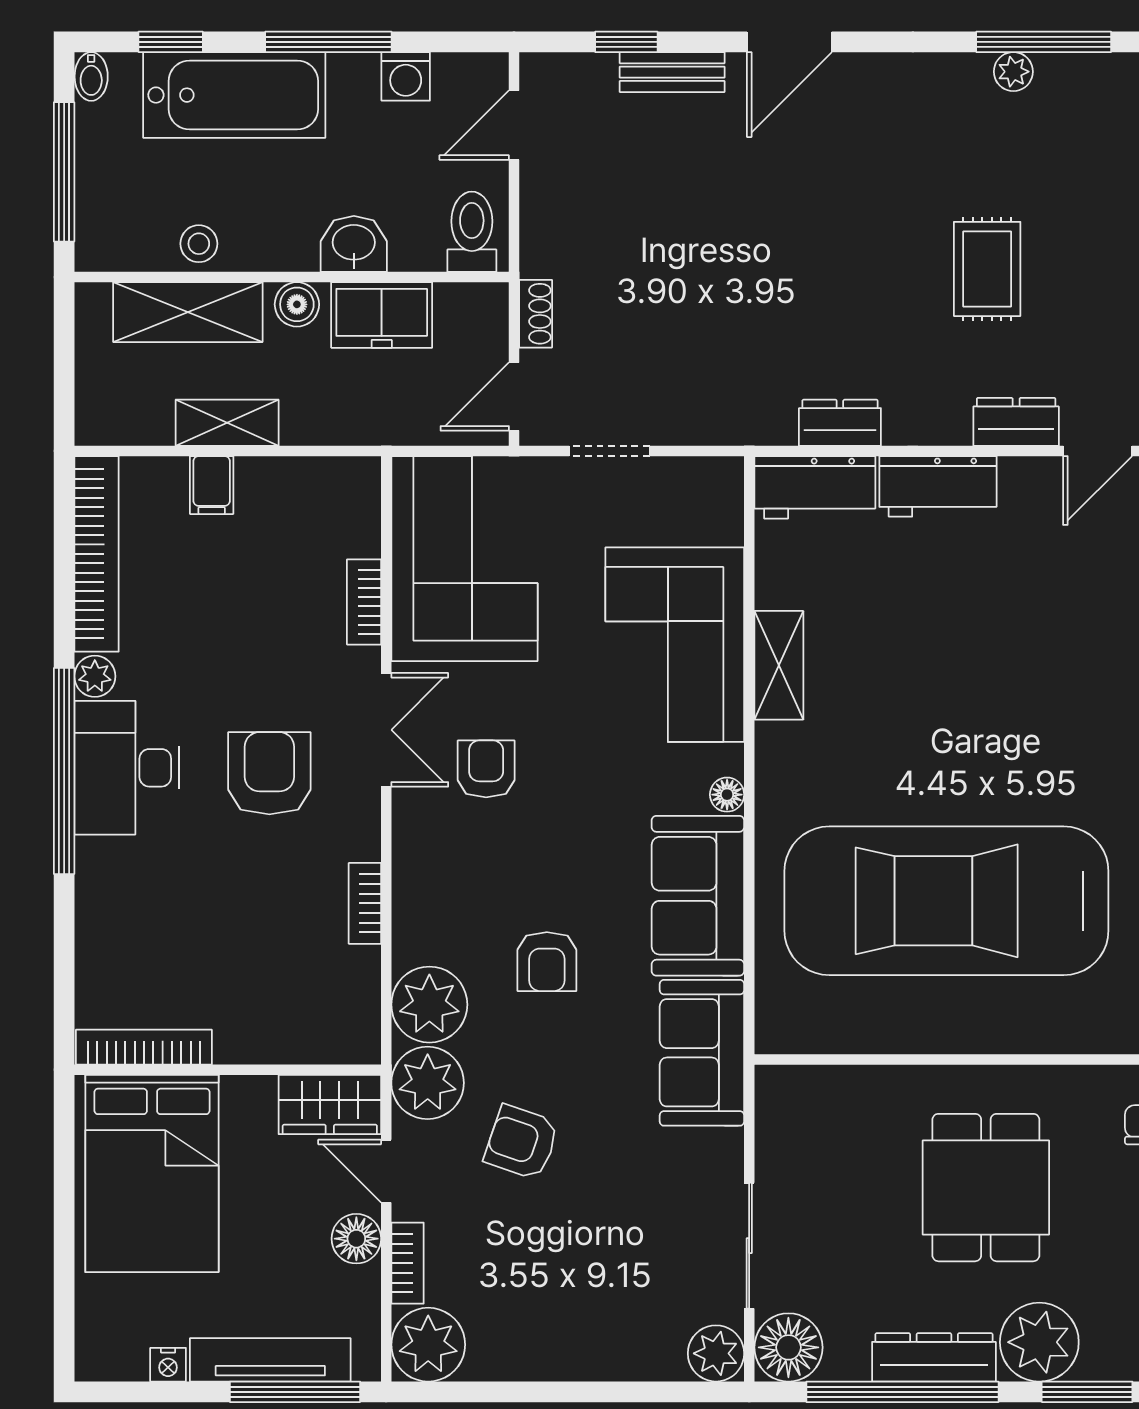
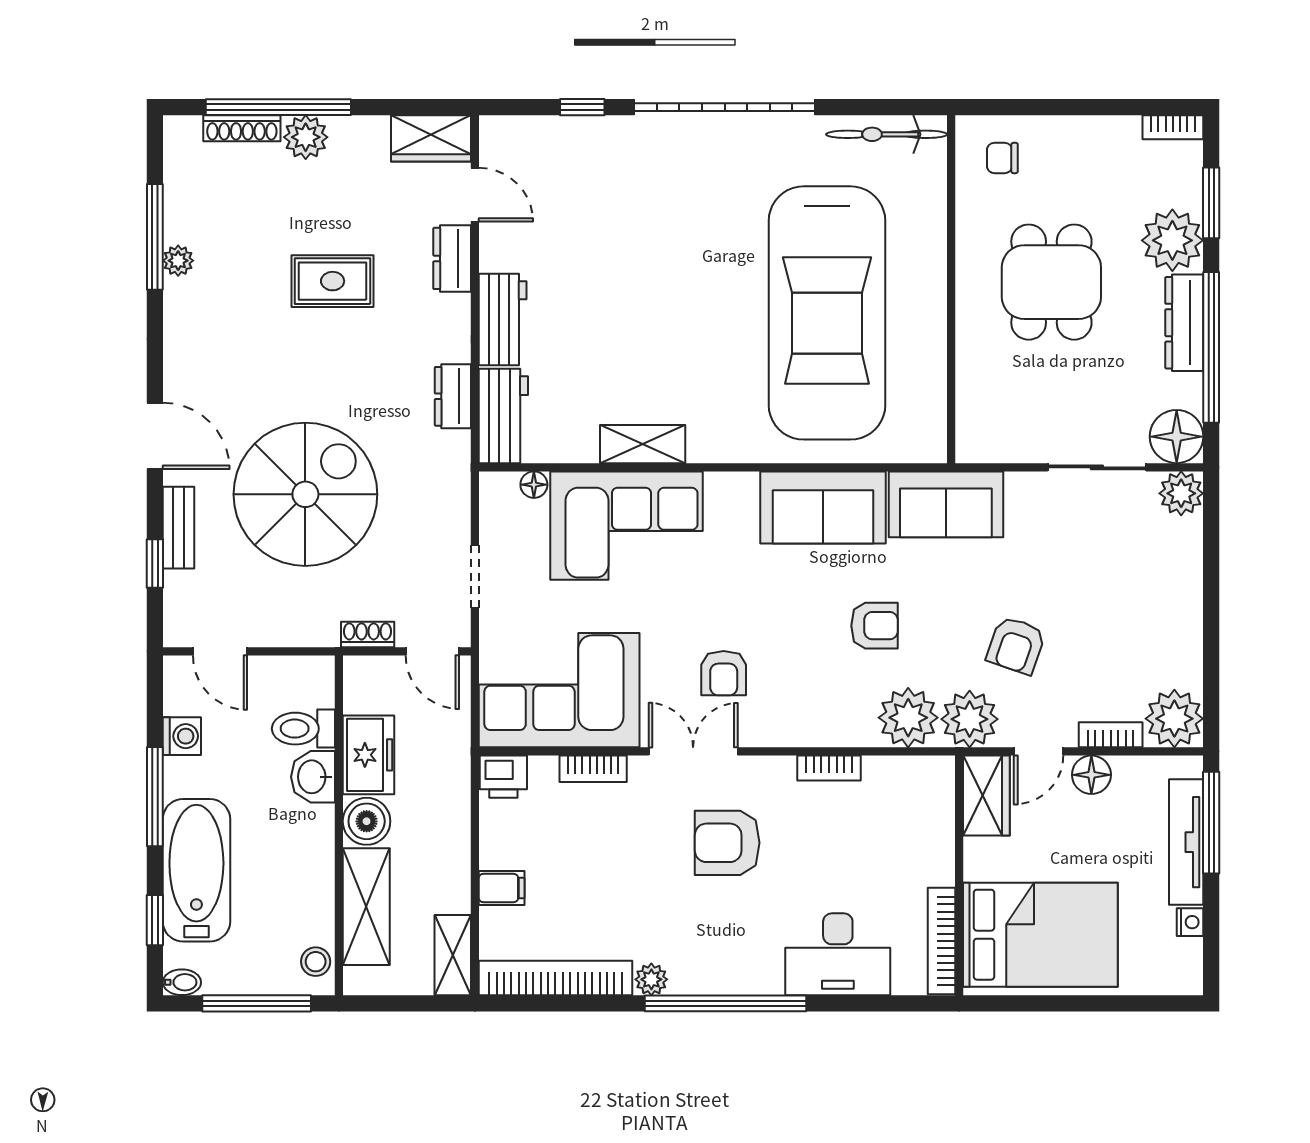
toilet: (472, 232) -> (303, 729), moved
spiral stairs: (715, 234) -> (305, 494), added
stool: (199, 244) -> (316, 962), moved
boiler: (297, 304) -> (367, 821), width x1.36, depth x1.36
shelving: (227, 423) -> (453, 955), moved
printer: (354, 487) -> (503, 777), added
desk: (127, 768) -> (838, 954), moved
armchair: (486, 769) -> (724, 673), turned -90
floor lamp: (727, 795) -> (534, 485), moved
dining table: (986, 1188) -> (1051, 282), turned 90

